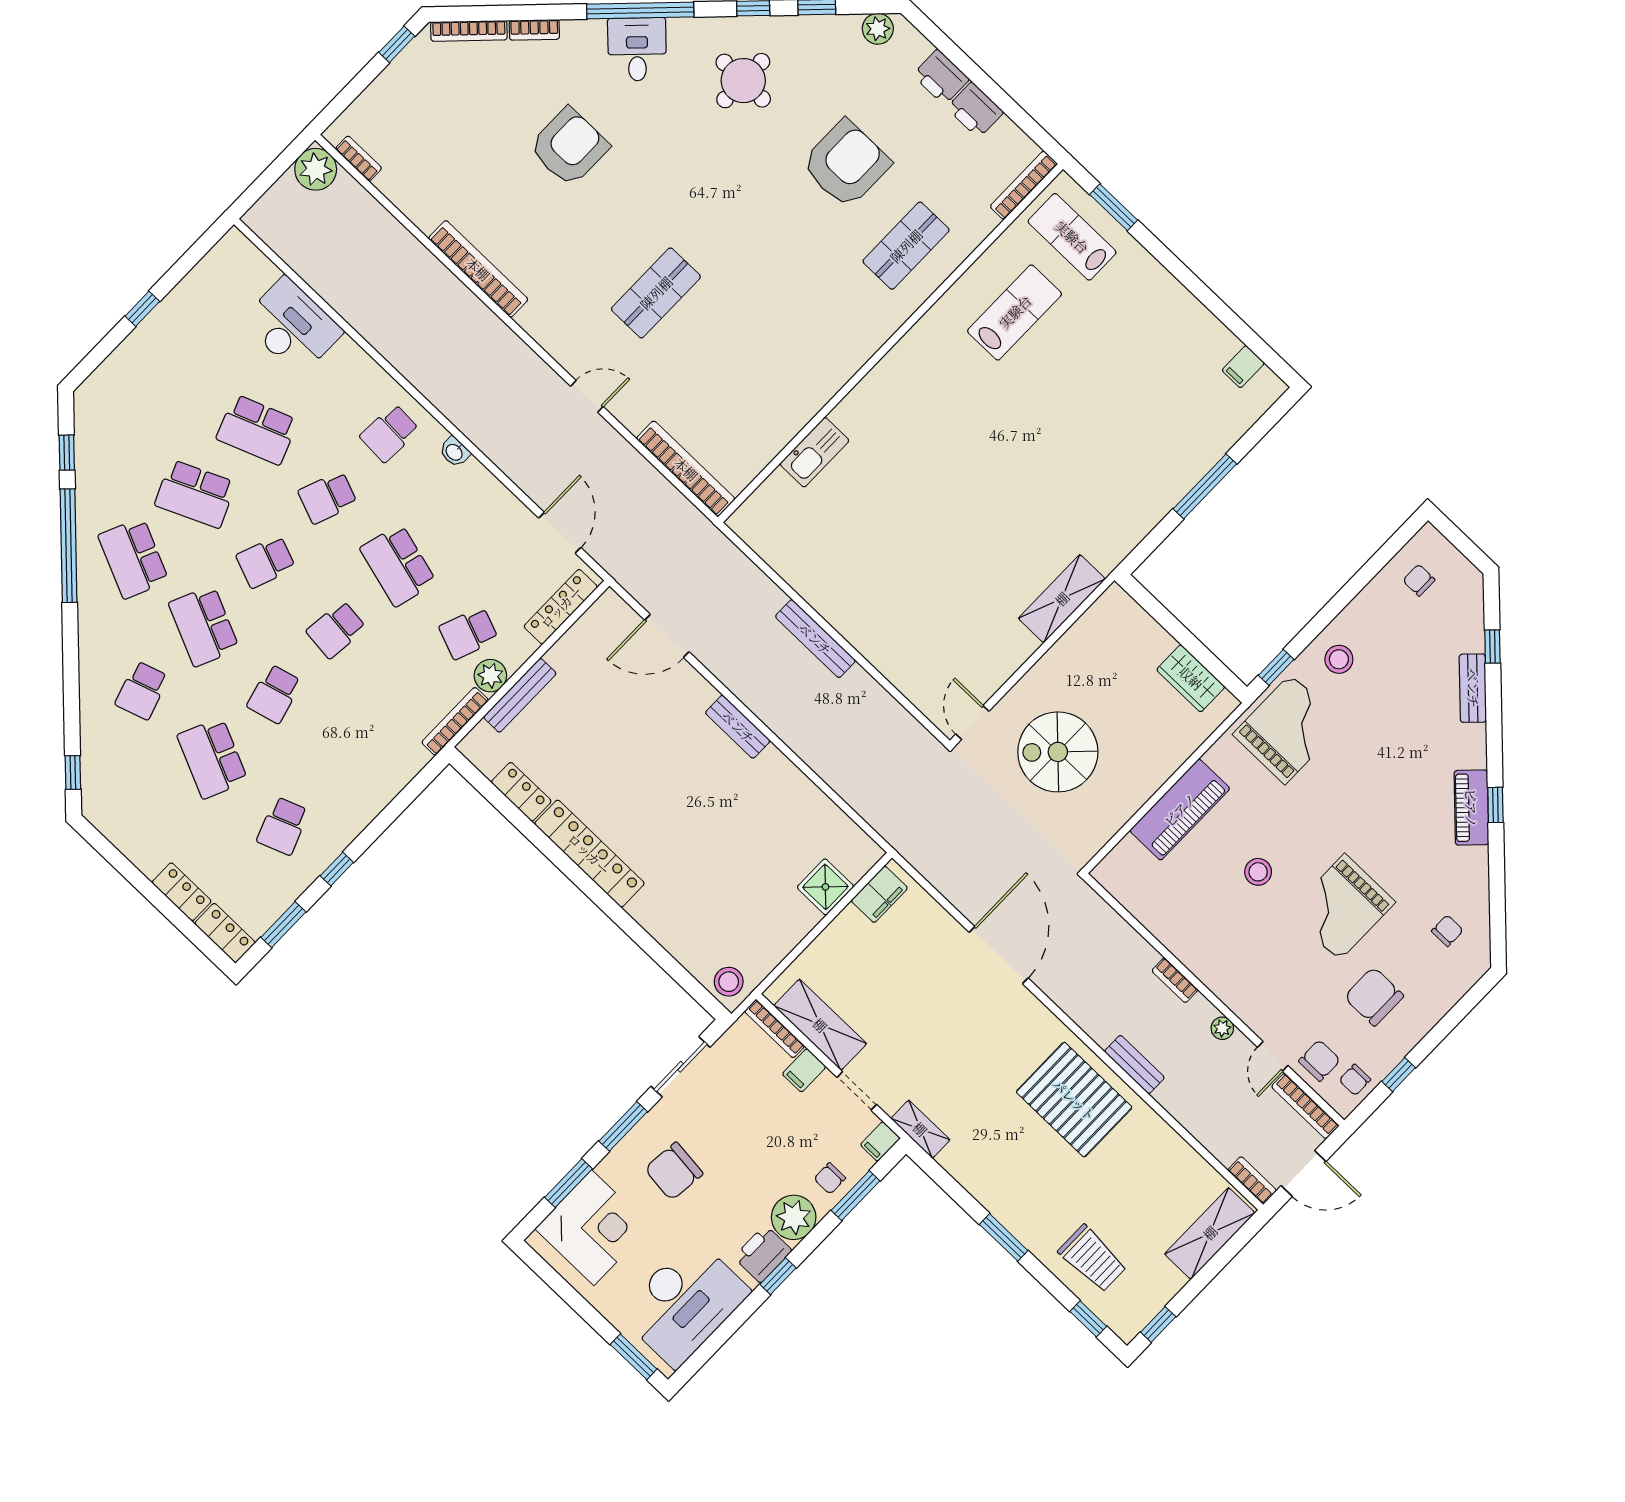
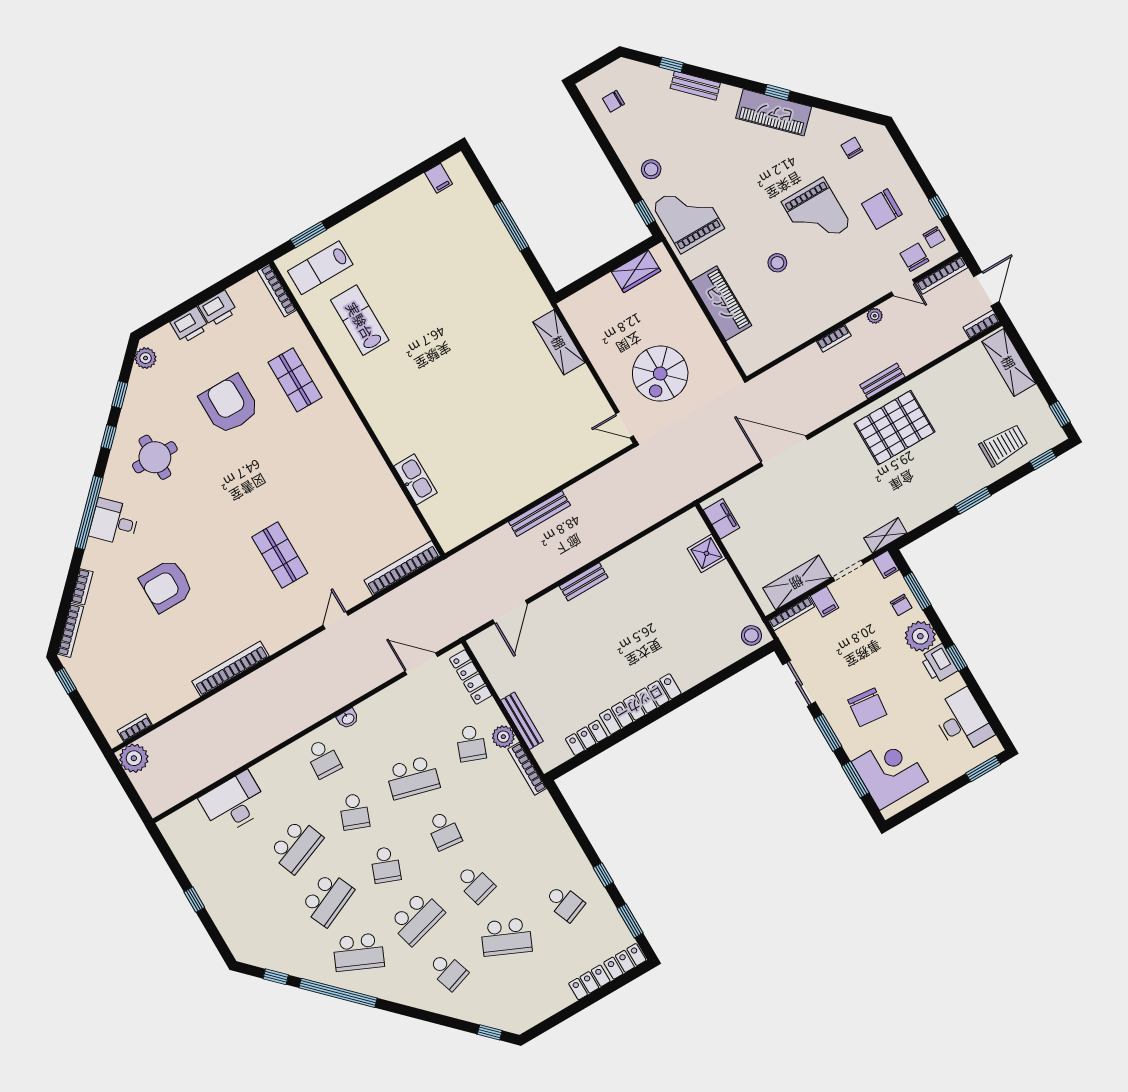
armchair: (569, 147) -> (166, 586), turned -90
school desk: (204, 626) -> (417, 918), turned -39
piano: (1471, 808) -> (774, 113), width x1.37, depth x1.33
desk: (684, 1303) -> (962, 721), width x0.73, depth x0.77

